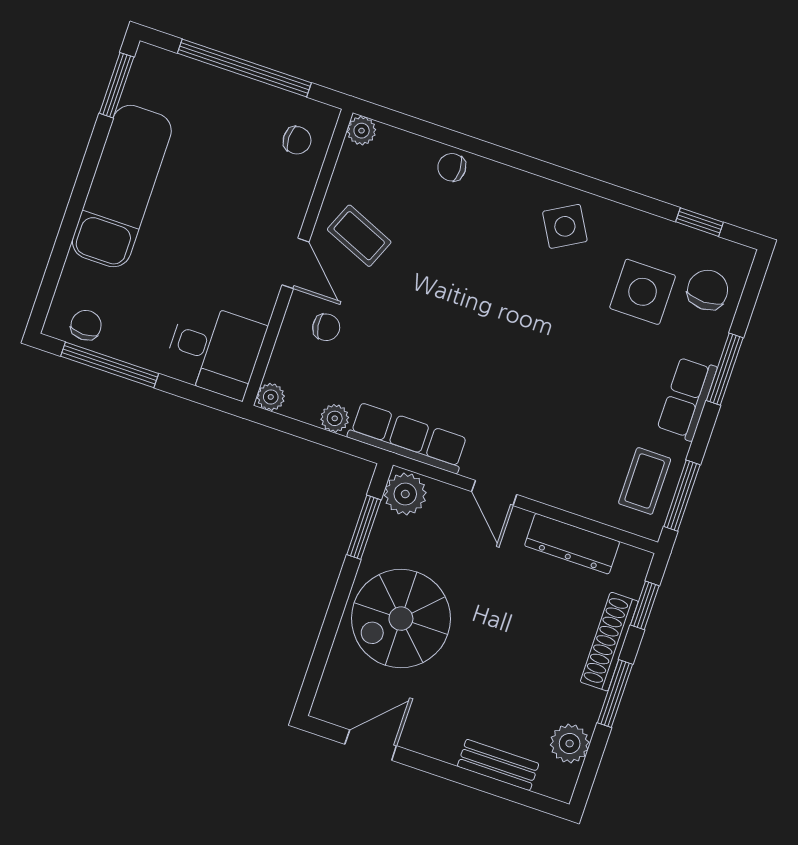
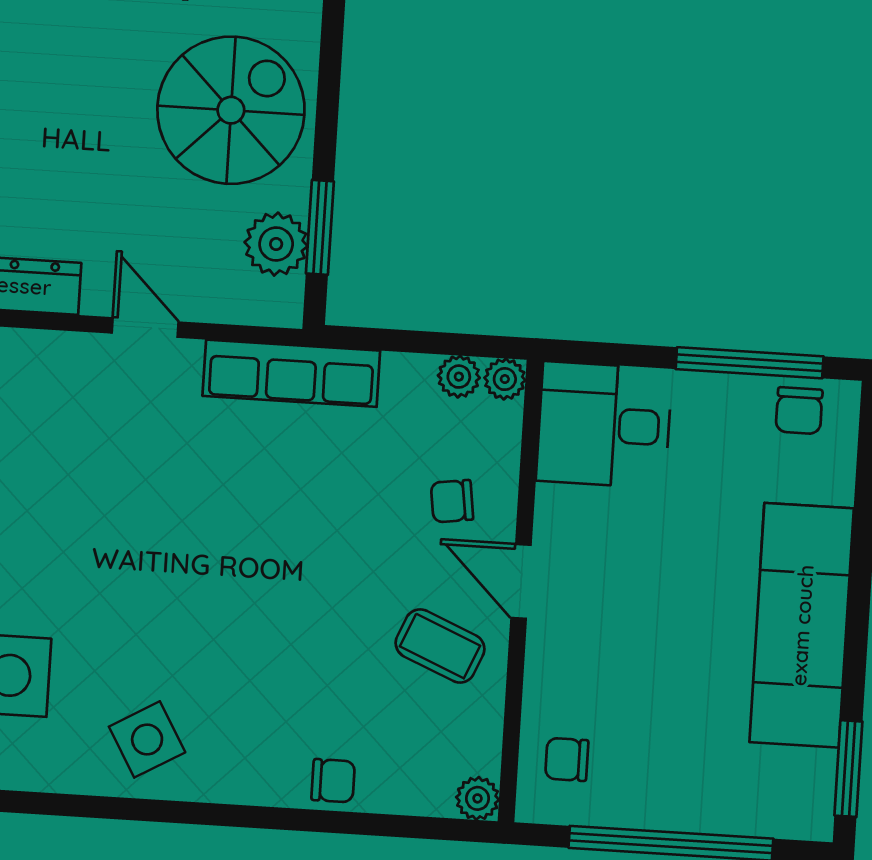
plant: (335, 418) -> (459, 377), moved
plant: (405, 494) -> (276, 244), moved

